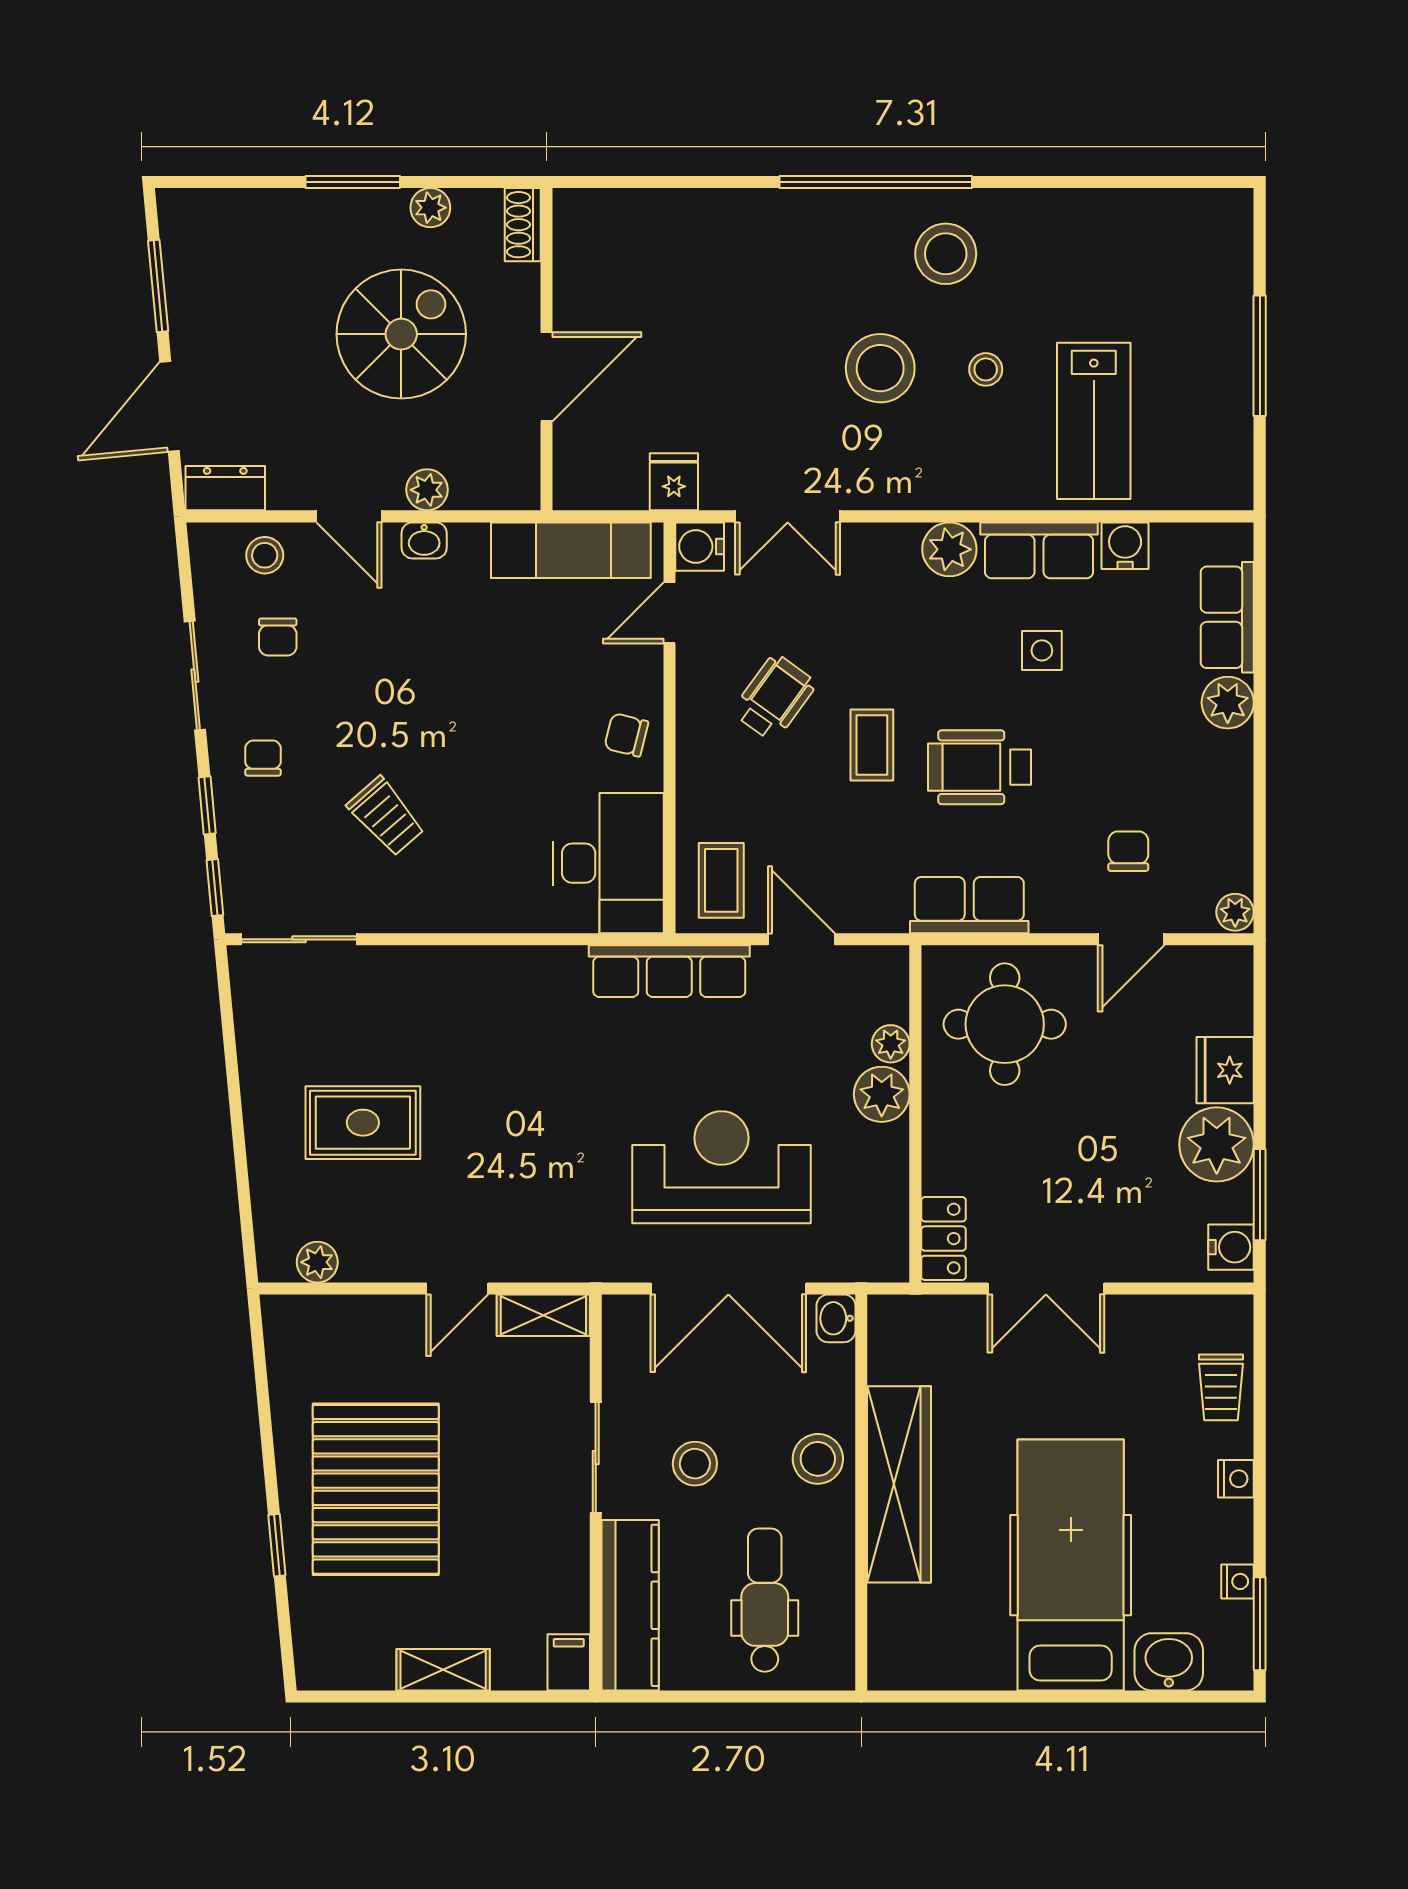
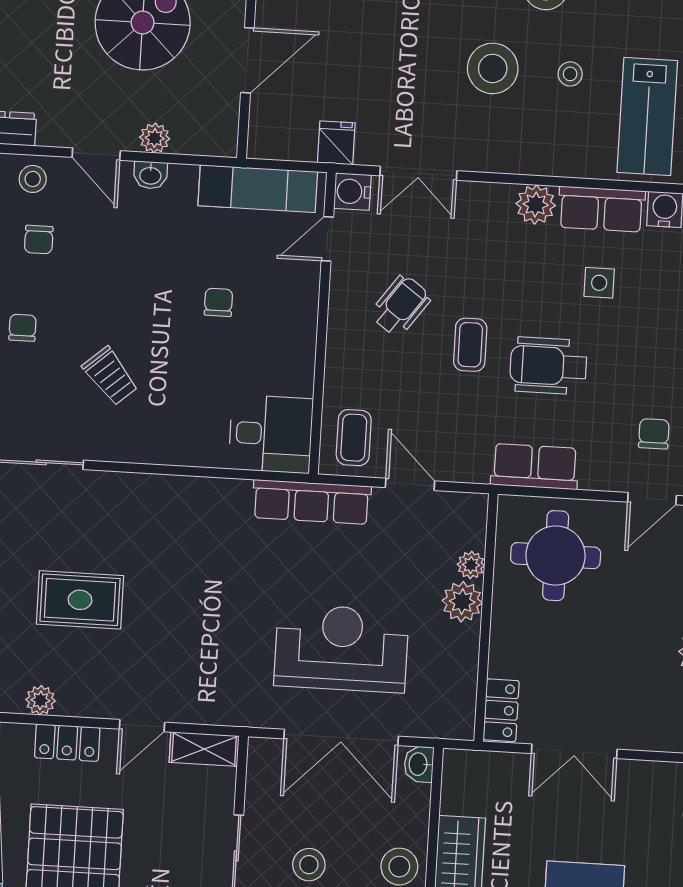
chair: (626, 735) -> (218, 302), moved, turned 76
desk: (608, 863) -> (271, 434), width x0.73
locker: (357, 1317) -> (67, 743), added

